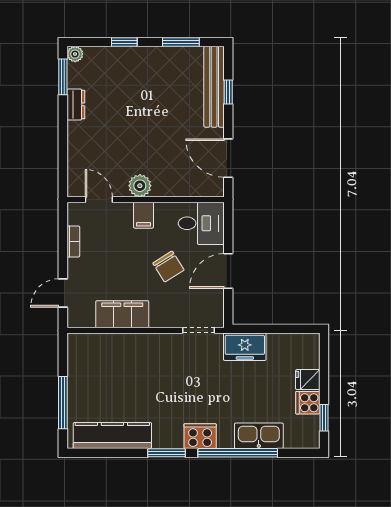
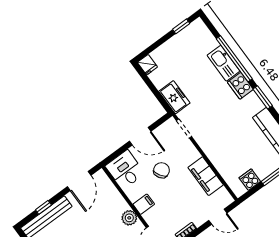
fridge: (308, 380) -> (147, 65), moved
cooker: (308, 403) -> (250, 180), moved, turned 180
kitchen sink: (259, 436) -> (223, 63), moved

